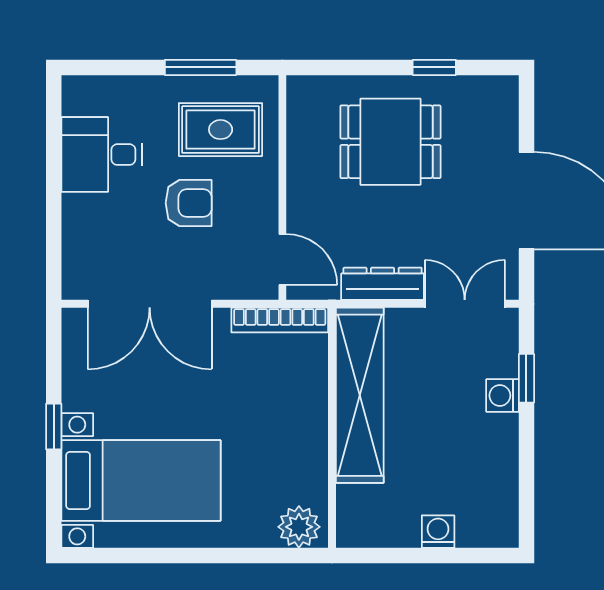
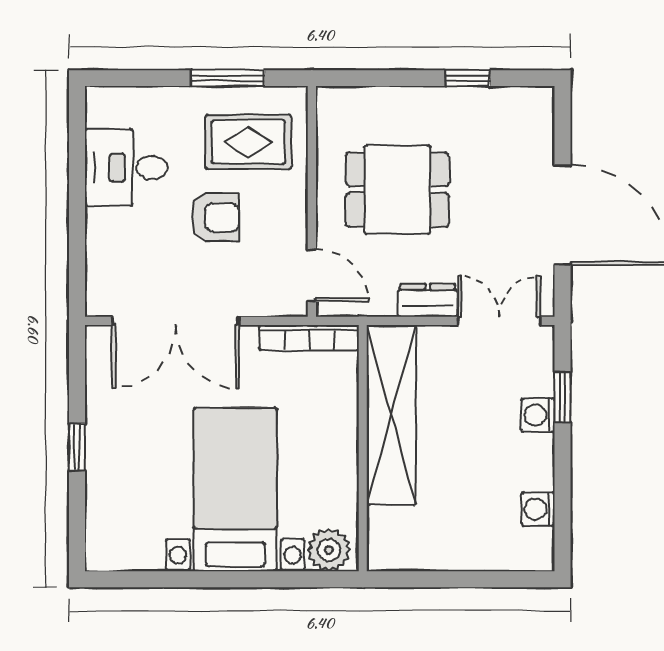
dining table: (390, 142) -> (397, 190), moved
dresser: (383, 284) -> (428, 300), width x0.70
bed with nightstands: (141, 480) -> (235, 490), moved, turned -90
washing machine: (438, 532) -> (538, 509), moved, turned -90

